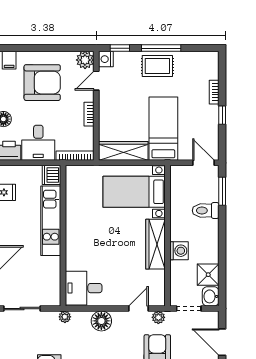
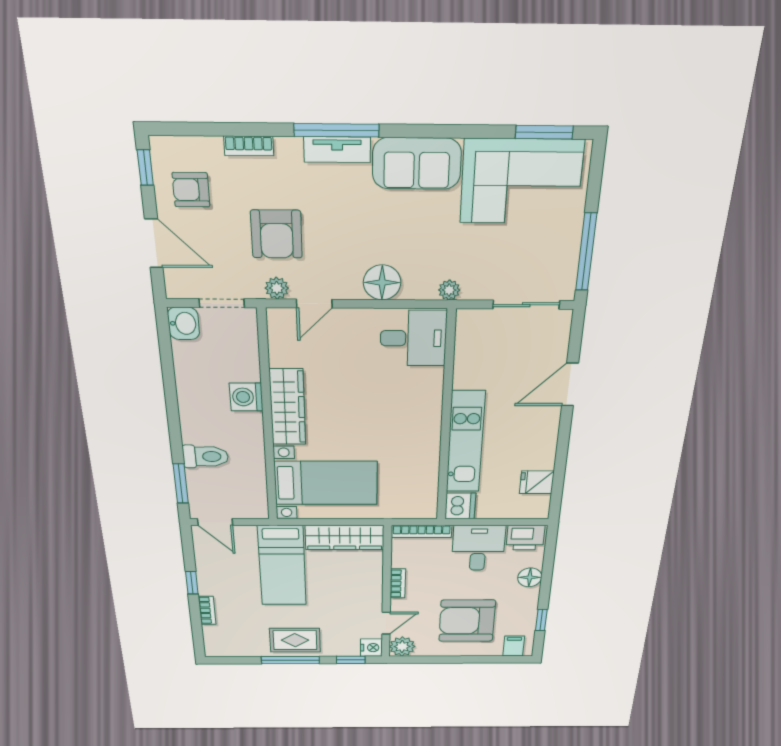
shower: (208, 275) -> (192, 359), removed

